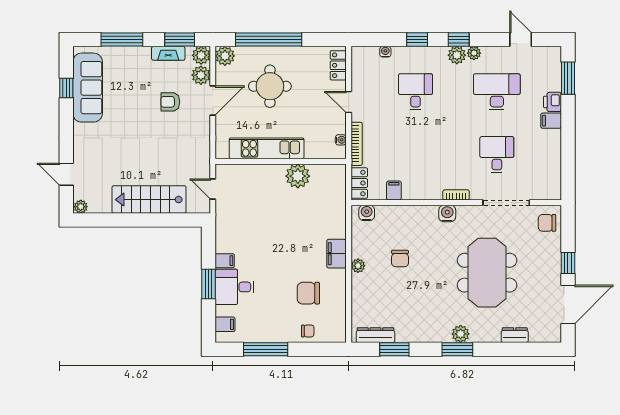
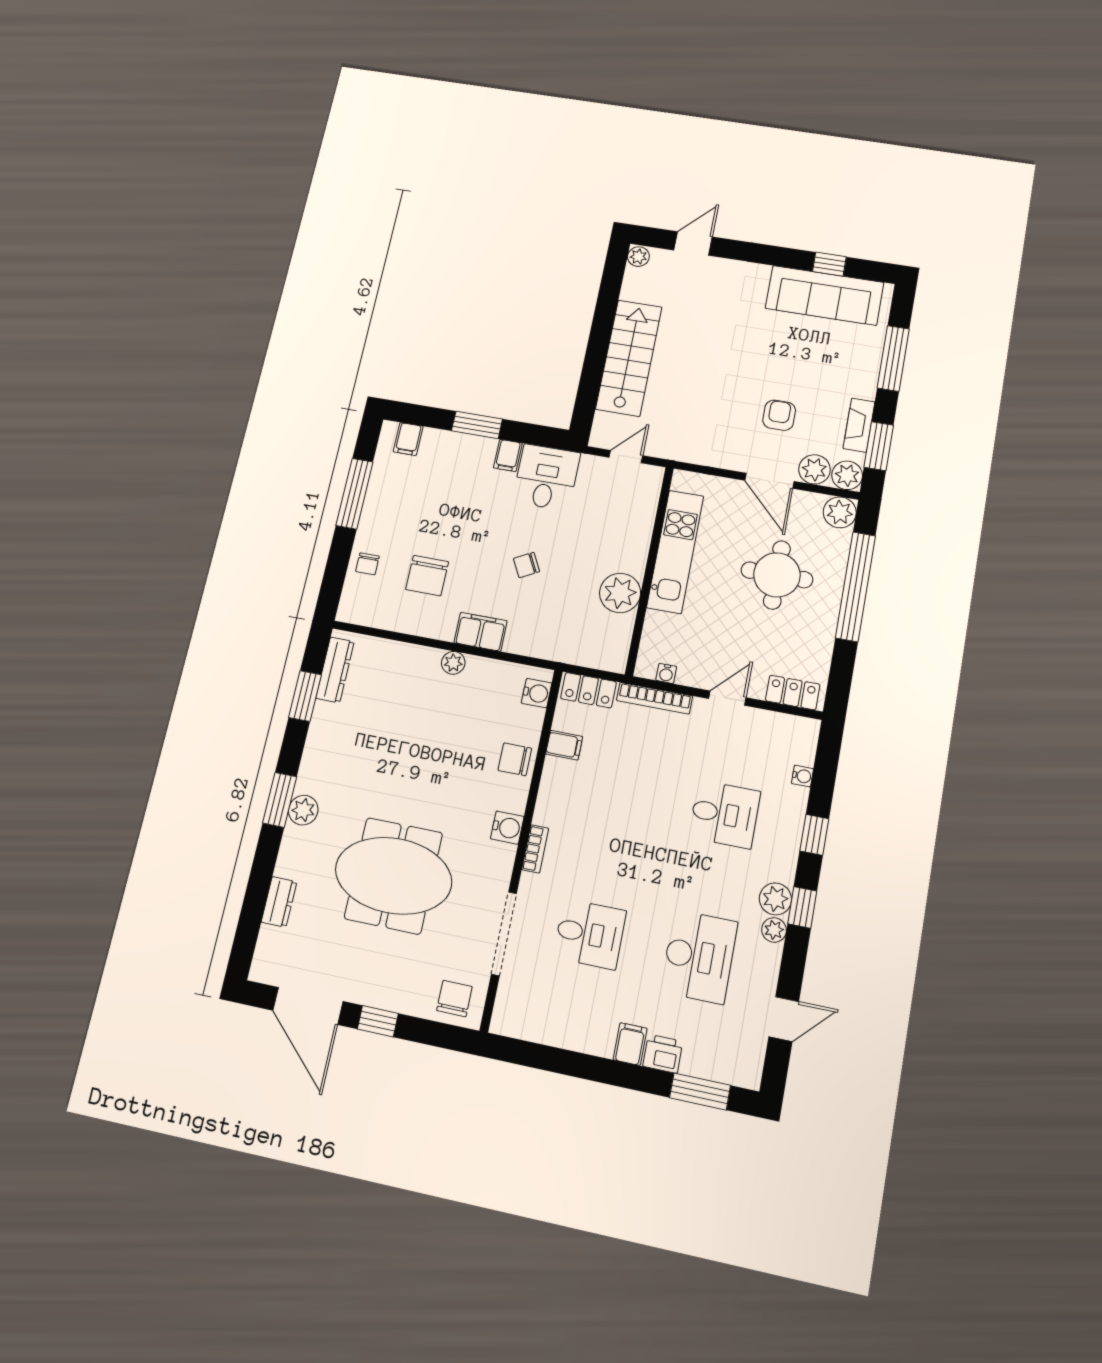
chair: (291, 235) -> (527, 565), added
chair: (400, 259) -> (515, 759), moved
desk: (234, 287) -> (546, 477), moved
chair: (308, 293) -> (427, 576), turned 180

